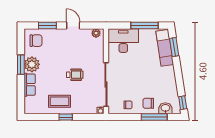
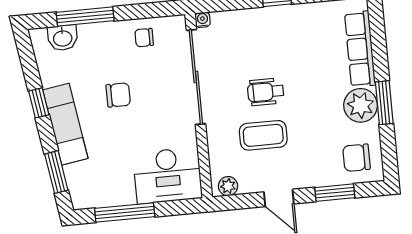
exam couch: (165, 48) -> (65, 124), moved
row of seats: (30, 85) -> (360, 49), width x1.48
coffee table: (60, 101) -> (263, 135), moved
chair: (148, 103) -> (118, 95), moved
window: (183, 103) -> (39, 103), moved

